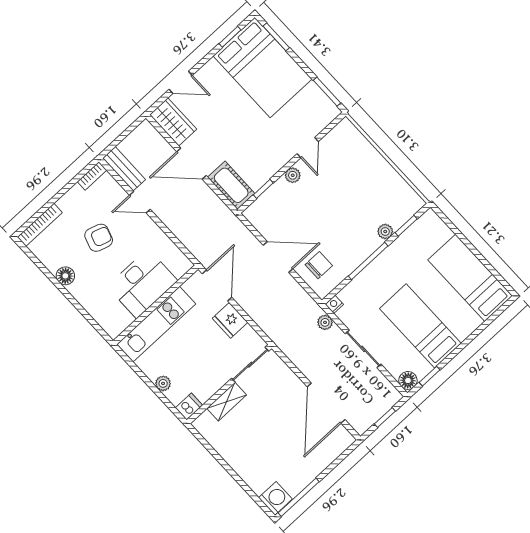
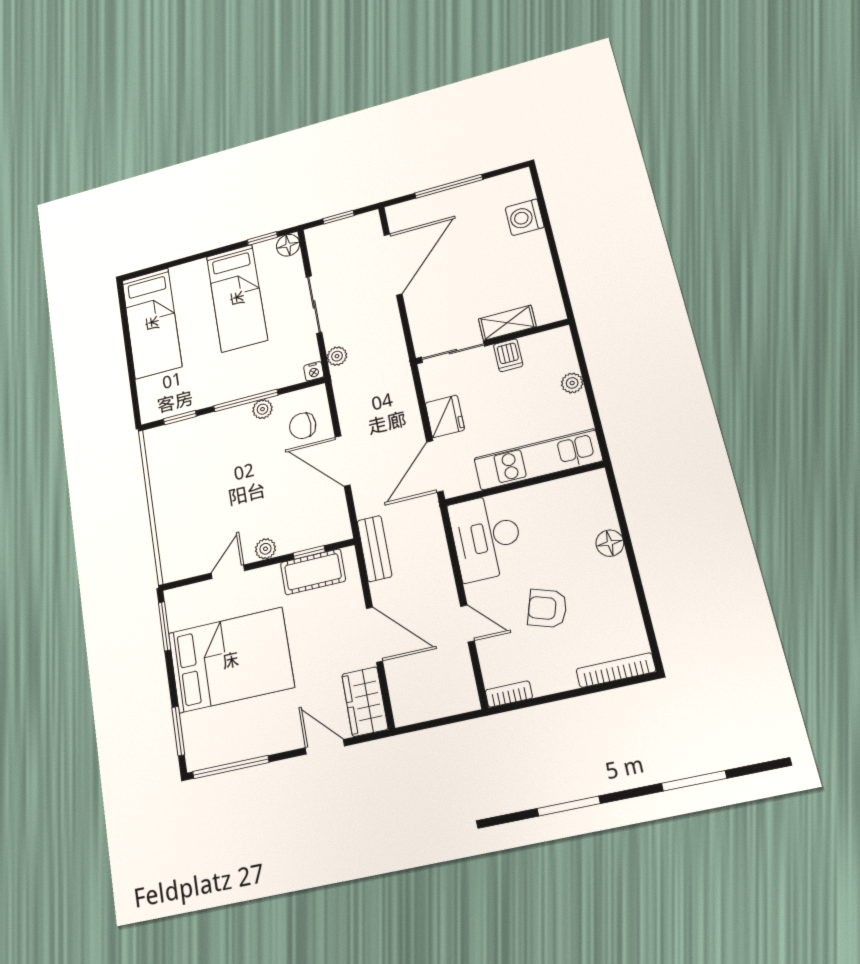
window: (230, 37) -> (231, 767), width x2.17
bed: (262, 68) -> (231, 660), moved, turned 90
bench: (124, 169) -> (374, 549), moved
cot: (231, 185) -> (313, 572), moved, turned 90
plant: (385, 232) -> (262, 409), moved
floor lamp: (65, 276) -> (610, 543), moved
desk: (142, 284) -> (486, 537), moved, turned -90
dishwasher: (189, 407) -> (508, 355), moved, turned -90
window: (299, 497) -> (449, 186), moved
washing machine: (275, 498) -> (525, 217), moved

